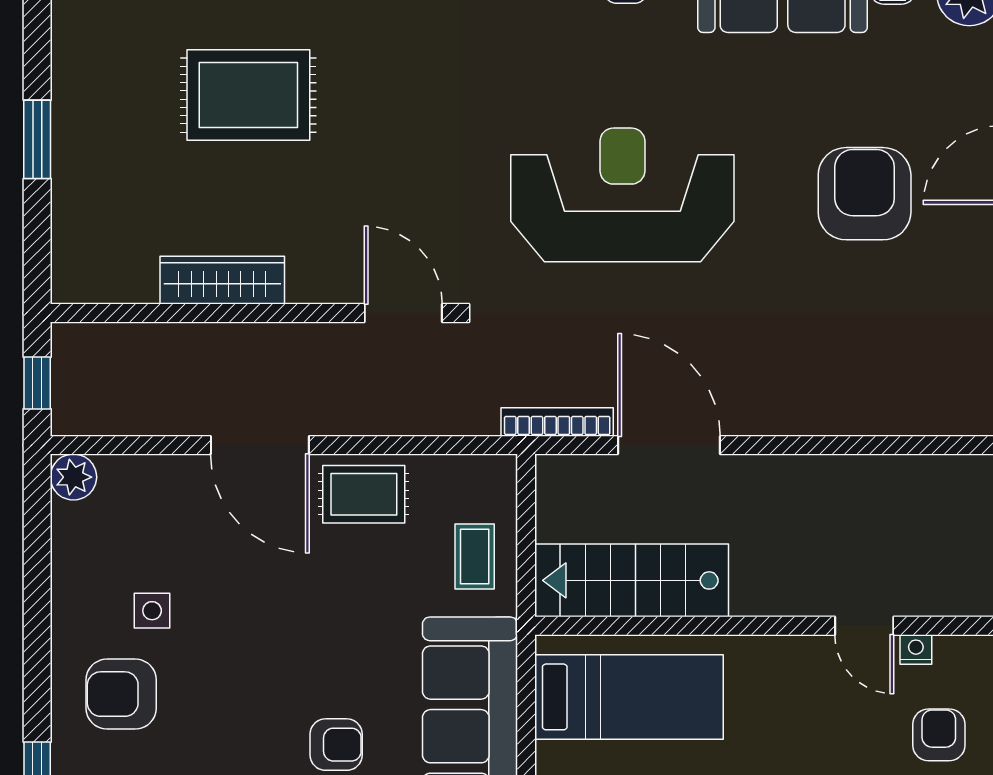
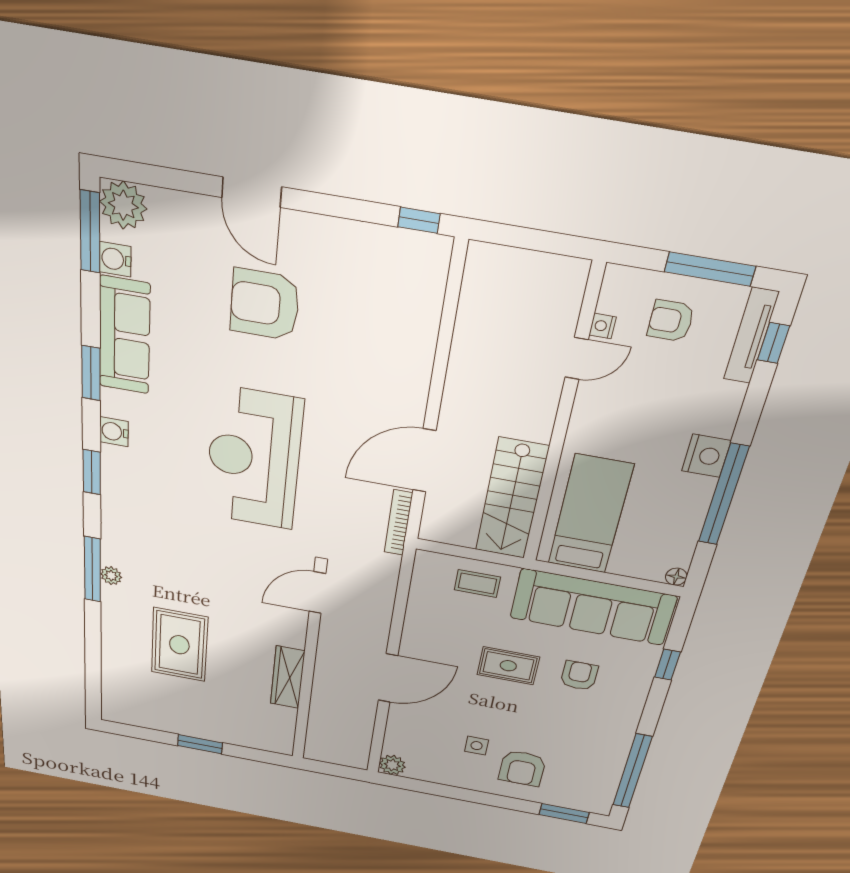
window: (37, 383) -> (336, 770), removed
rug: (364, 494) -> (508, 666), moved, turned 90

